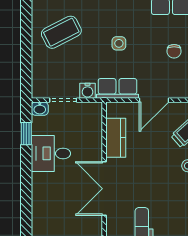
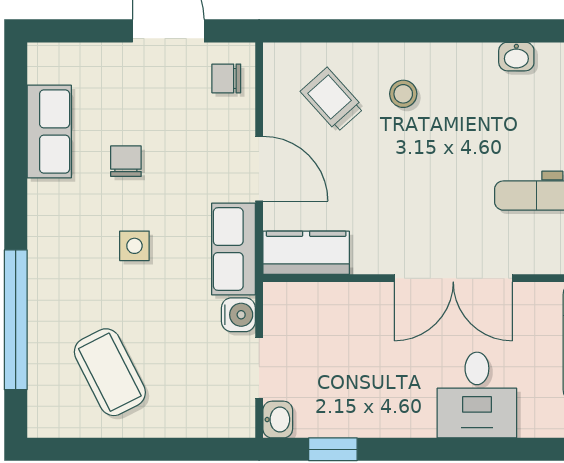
chair: (174, 51) -> (126, 161), moved, turned -90
kitchen counter: (116, 138) -> (306, 253), moved
desk: (51, 153) -> (477, 395), moved

